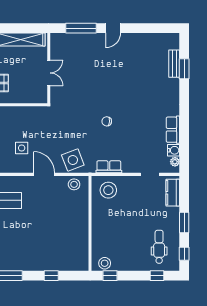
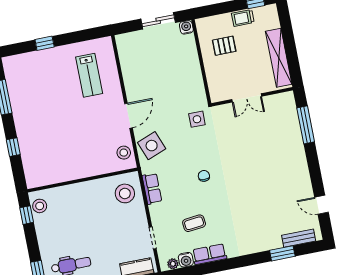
door: (113, 28) -> (321, 205), moved
bench: (174, 64) -> (299, 238), moved
coffee table: (145, 137) -> (194, 223), added
side table: (22, 148) -> (197, 119), moved

